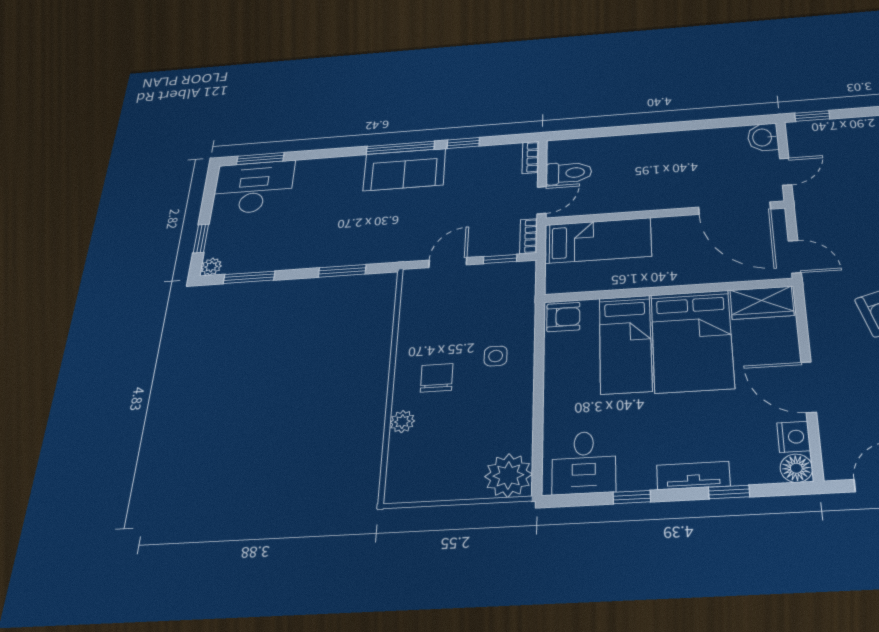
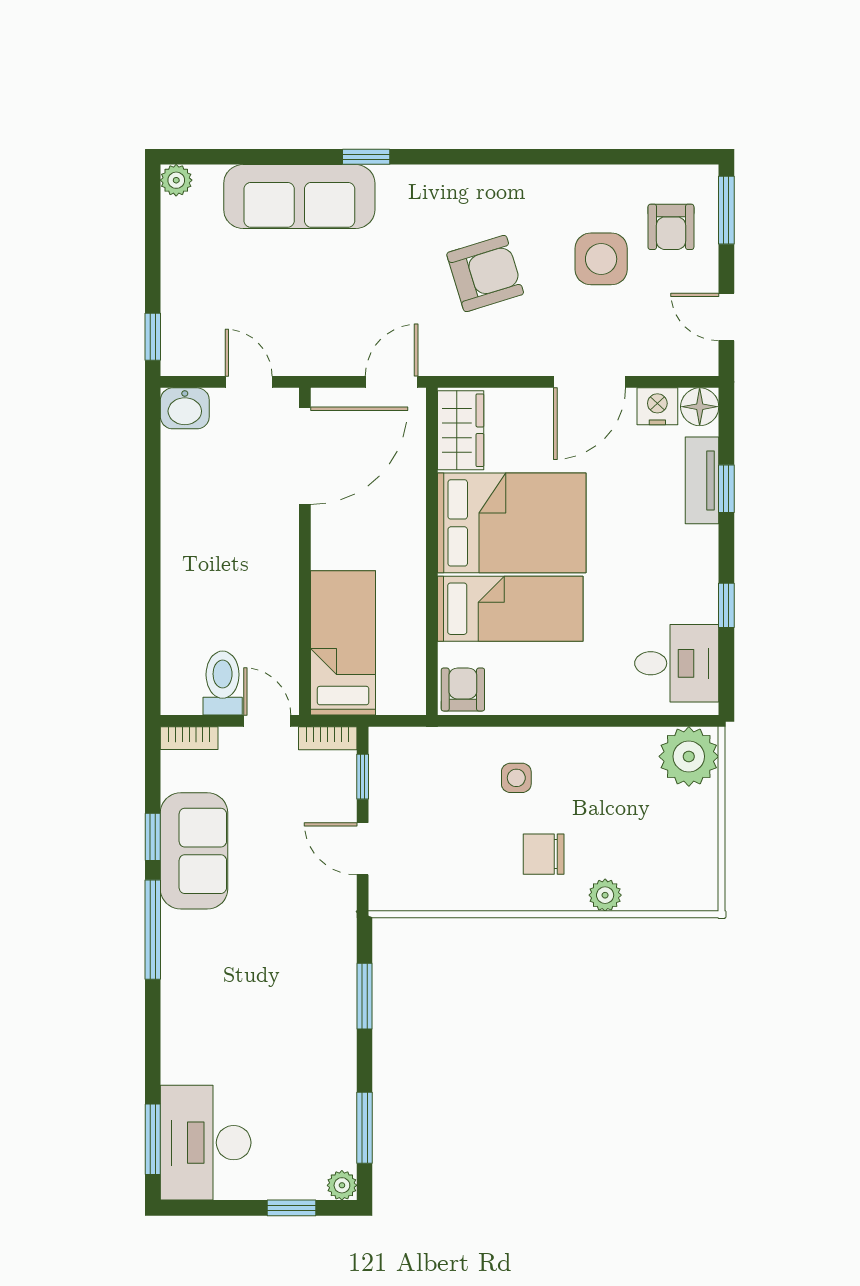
sofa: (404, 170) -> (194, 851), moved
tv unit: (693, 475) -> (702, 480), moved

